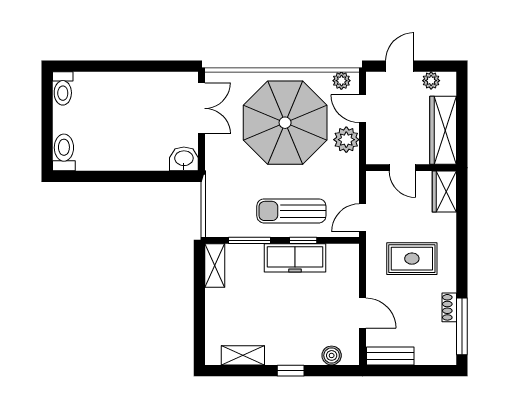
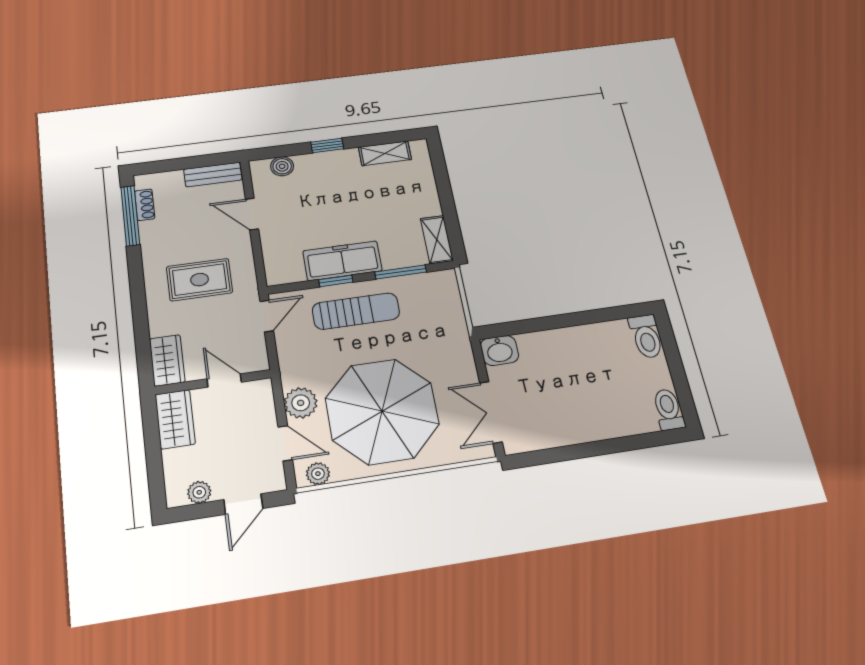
wardrobe: (443, 130) -> (175, 419), width x0.67
shoe rack: (449, 307) -> (145, 205), moved

